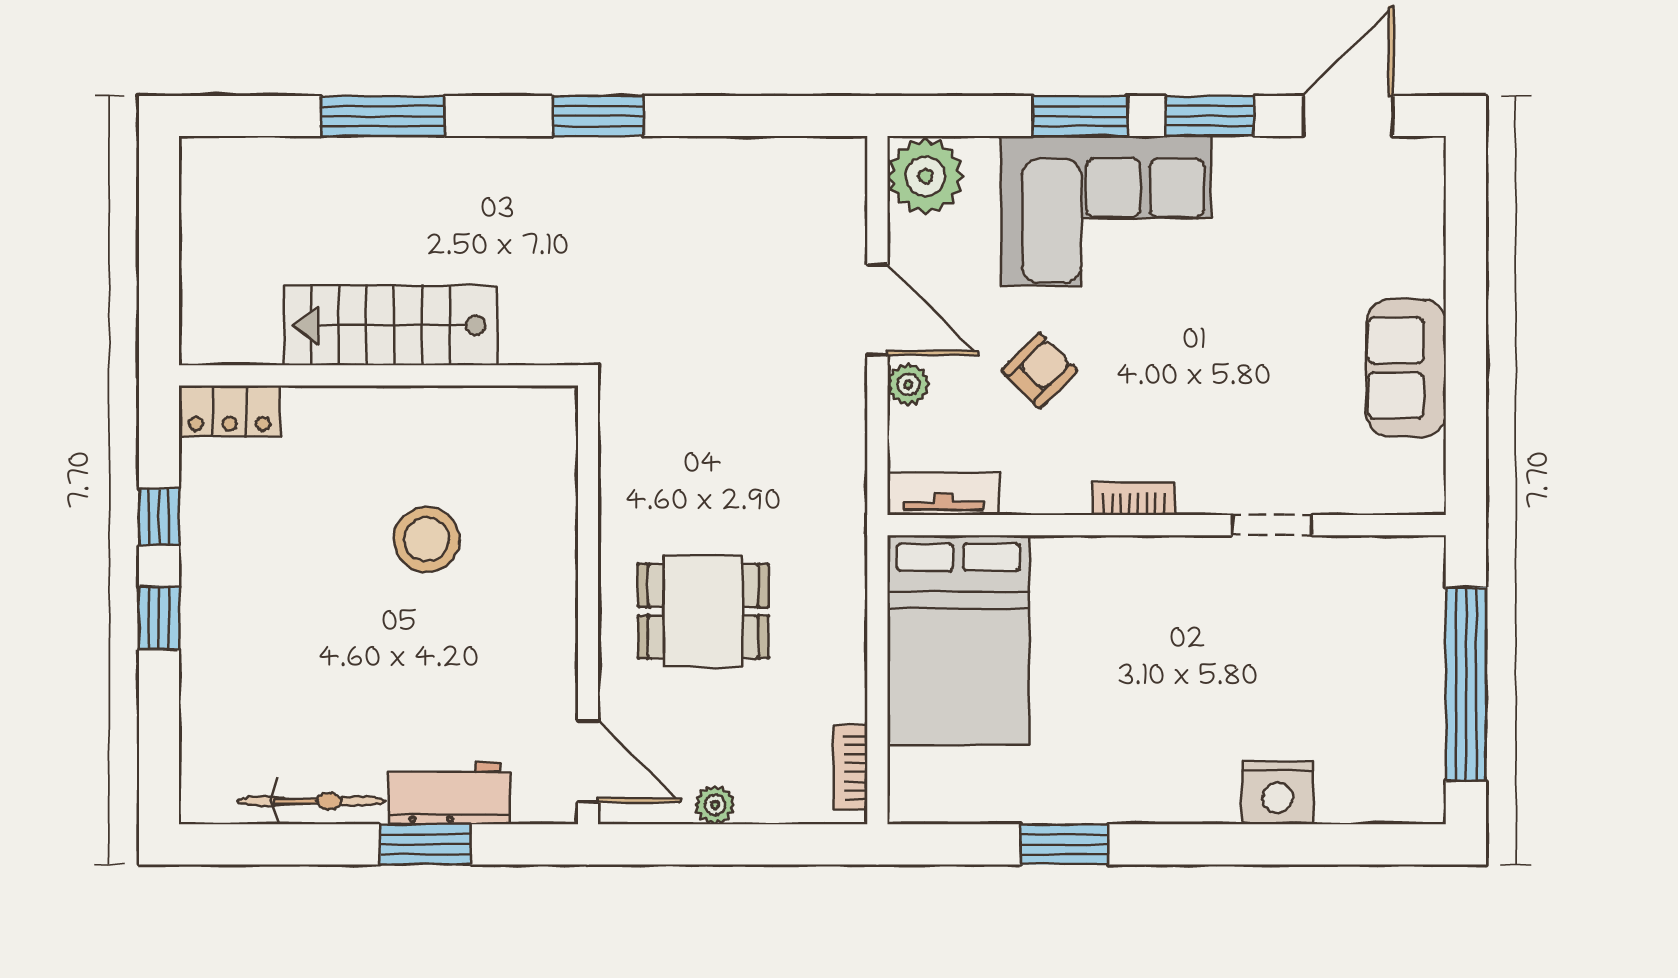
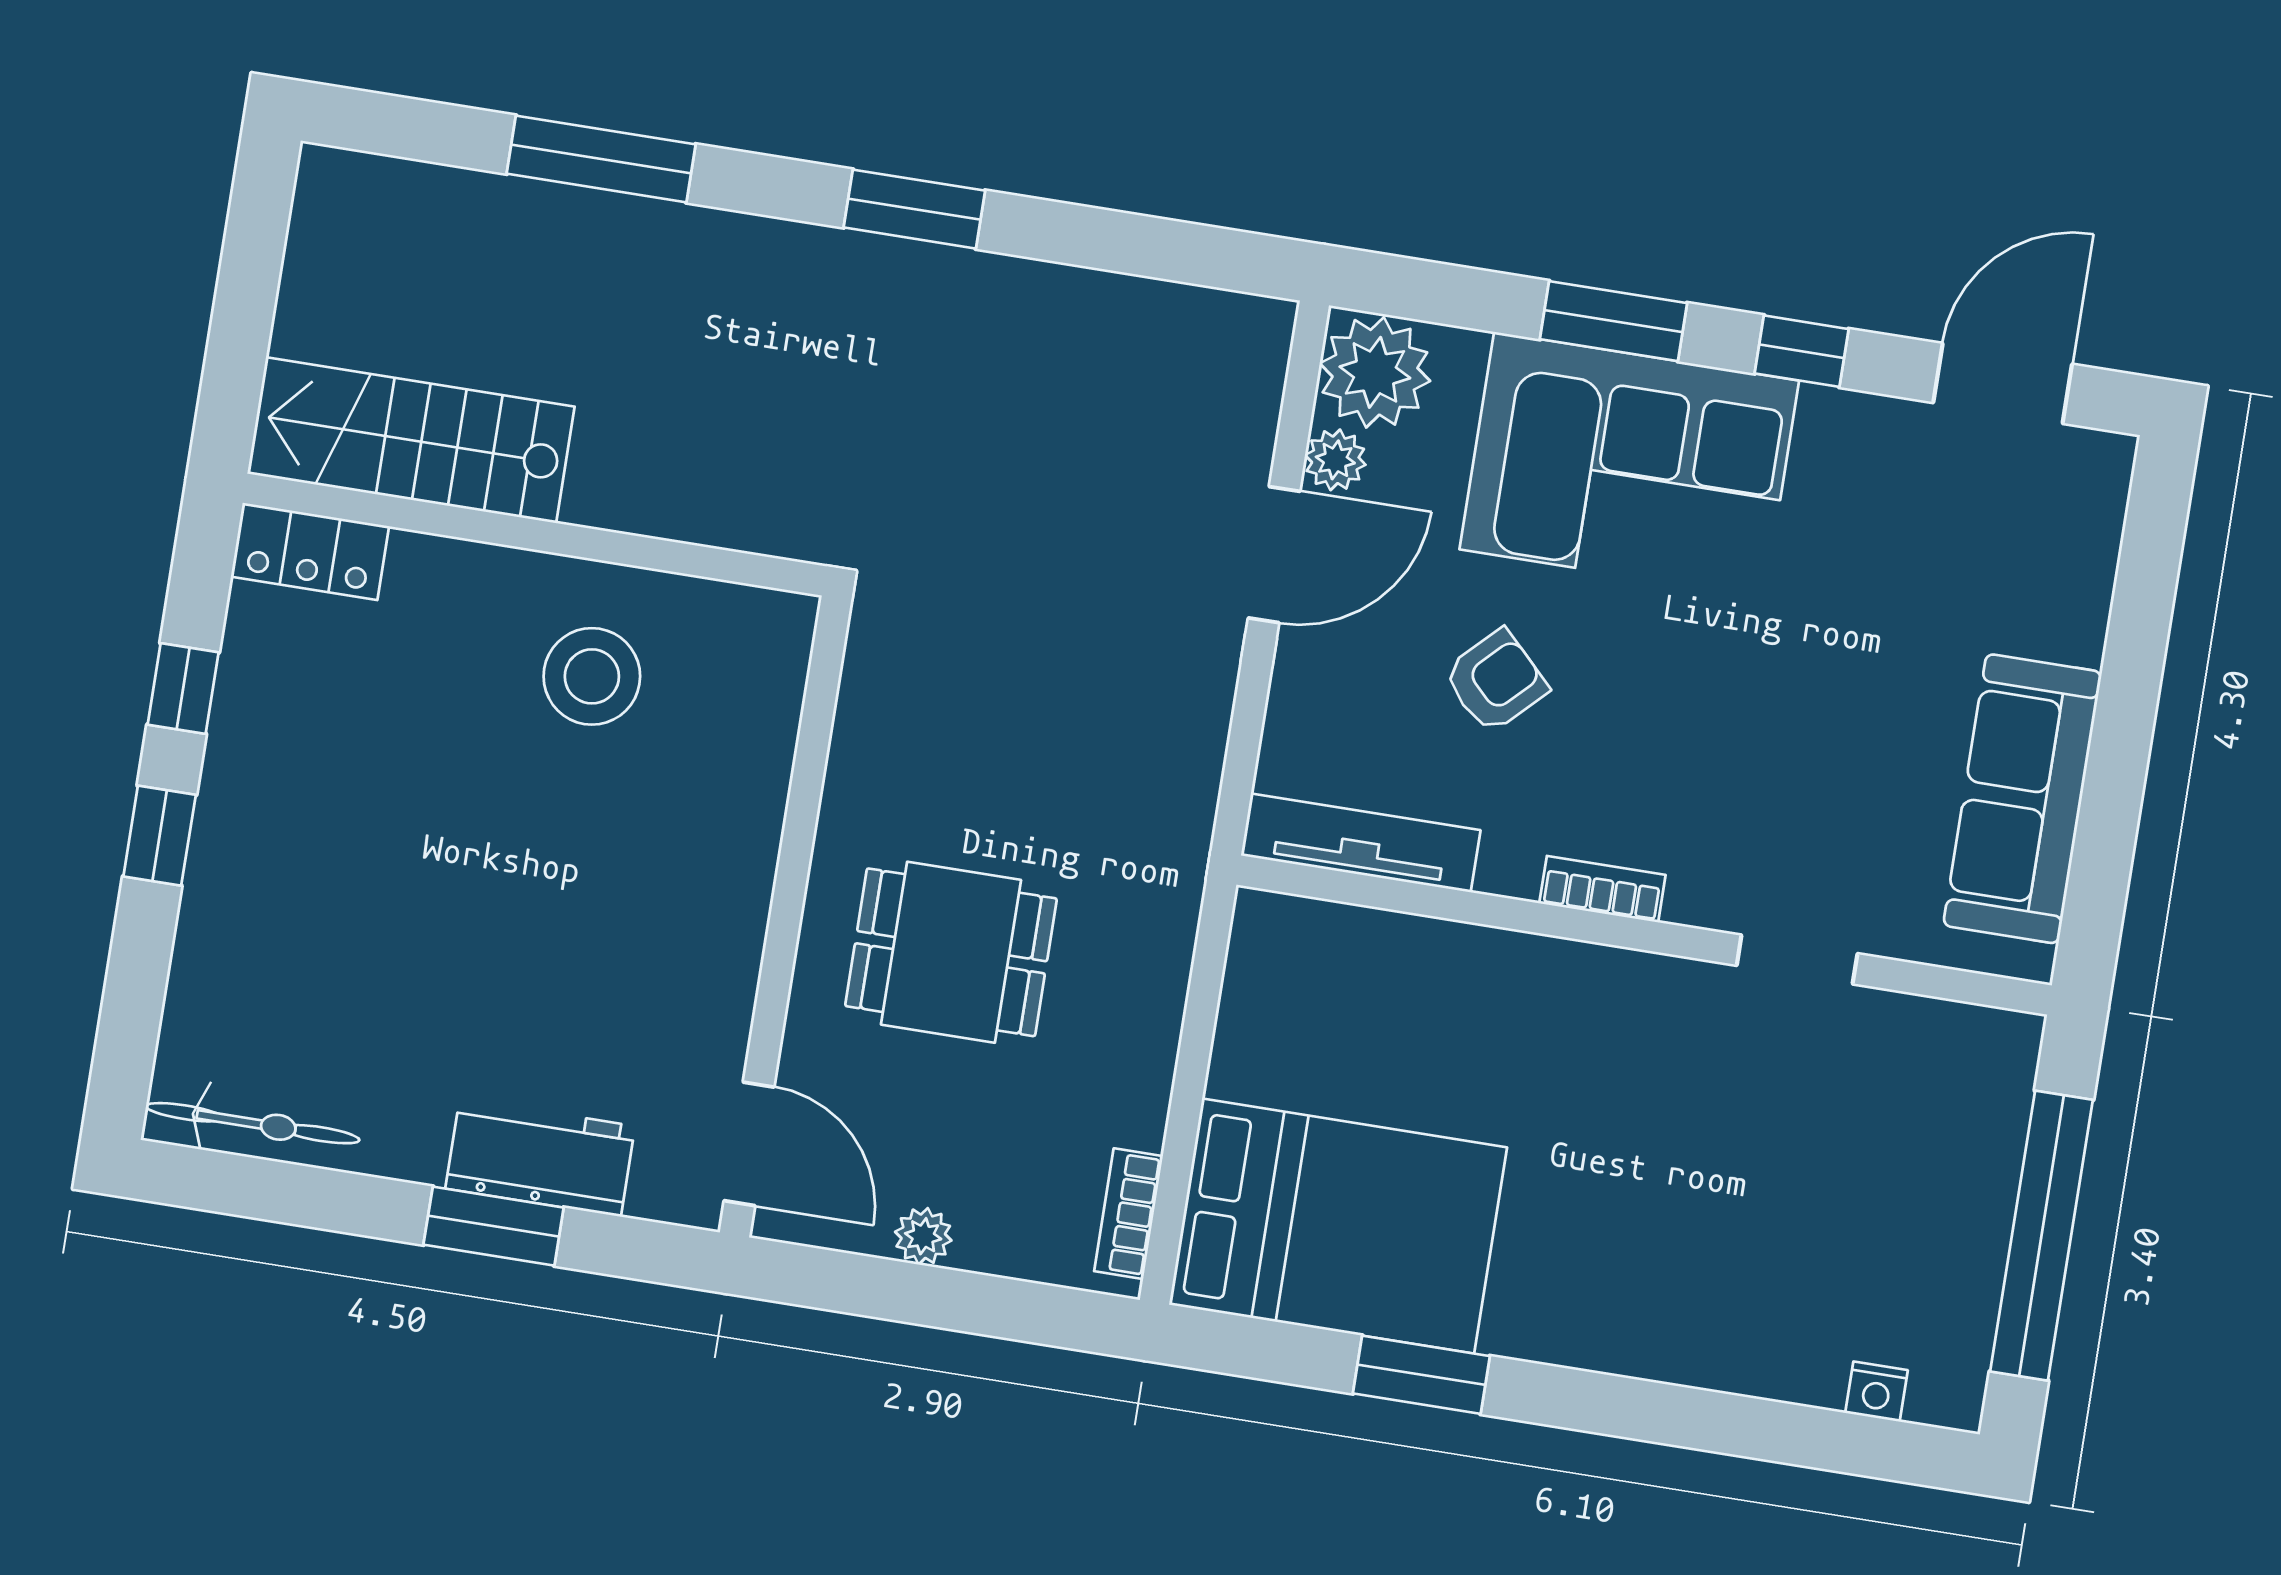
window: (1210, 116) -> (1802, 351), width x0.67
door: (877, 309) -> (1274, 555), hinge flipped
stairs: (390, 325) -> (411, 440), moved
sofa: (1406, 368) -> (2022, 799), width x1.36
plant: (908, 384) -> (1335, 460), moved
tv unit: (943, 494) -> (1361, 843), width x1.41
stool: (427, 539) -> (592, 676), moved
bed: (958, 640) -> (1338, 1226), moved, turned -90
nightstand: (1278, 793) -> (1876, 1392), moved, width x0.53, depth x0.56
bicycle: (311, 801) -> (253, 1123), moved

